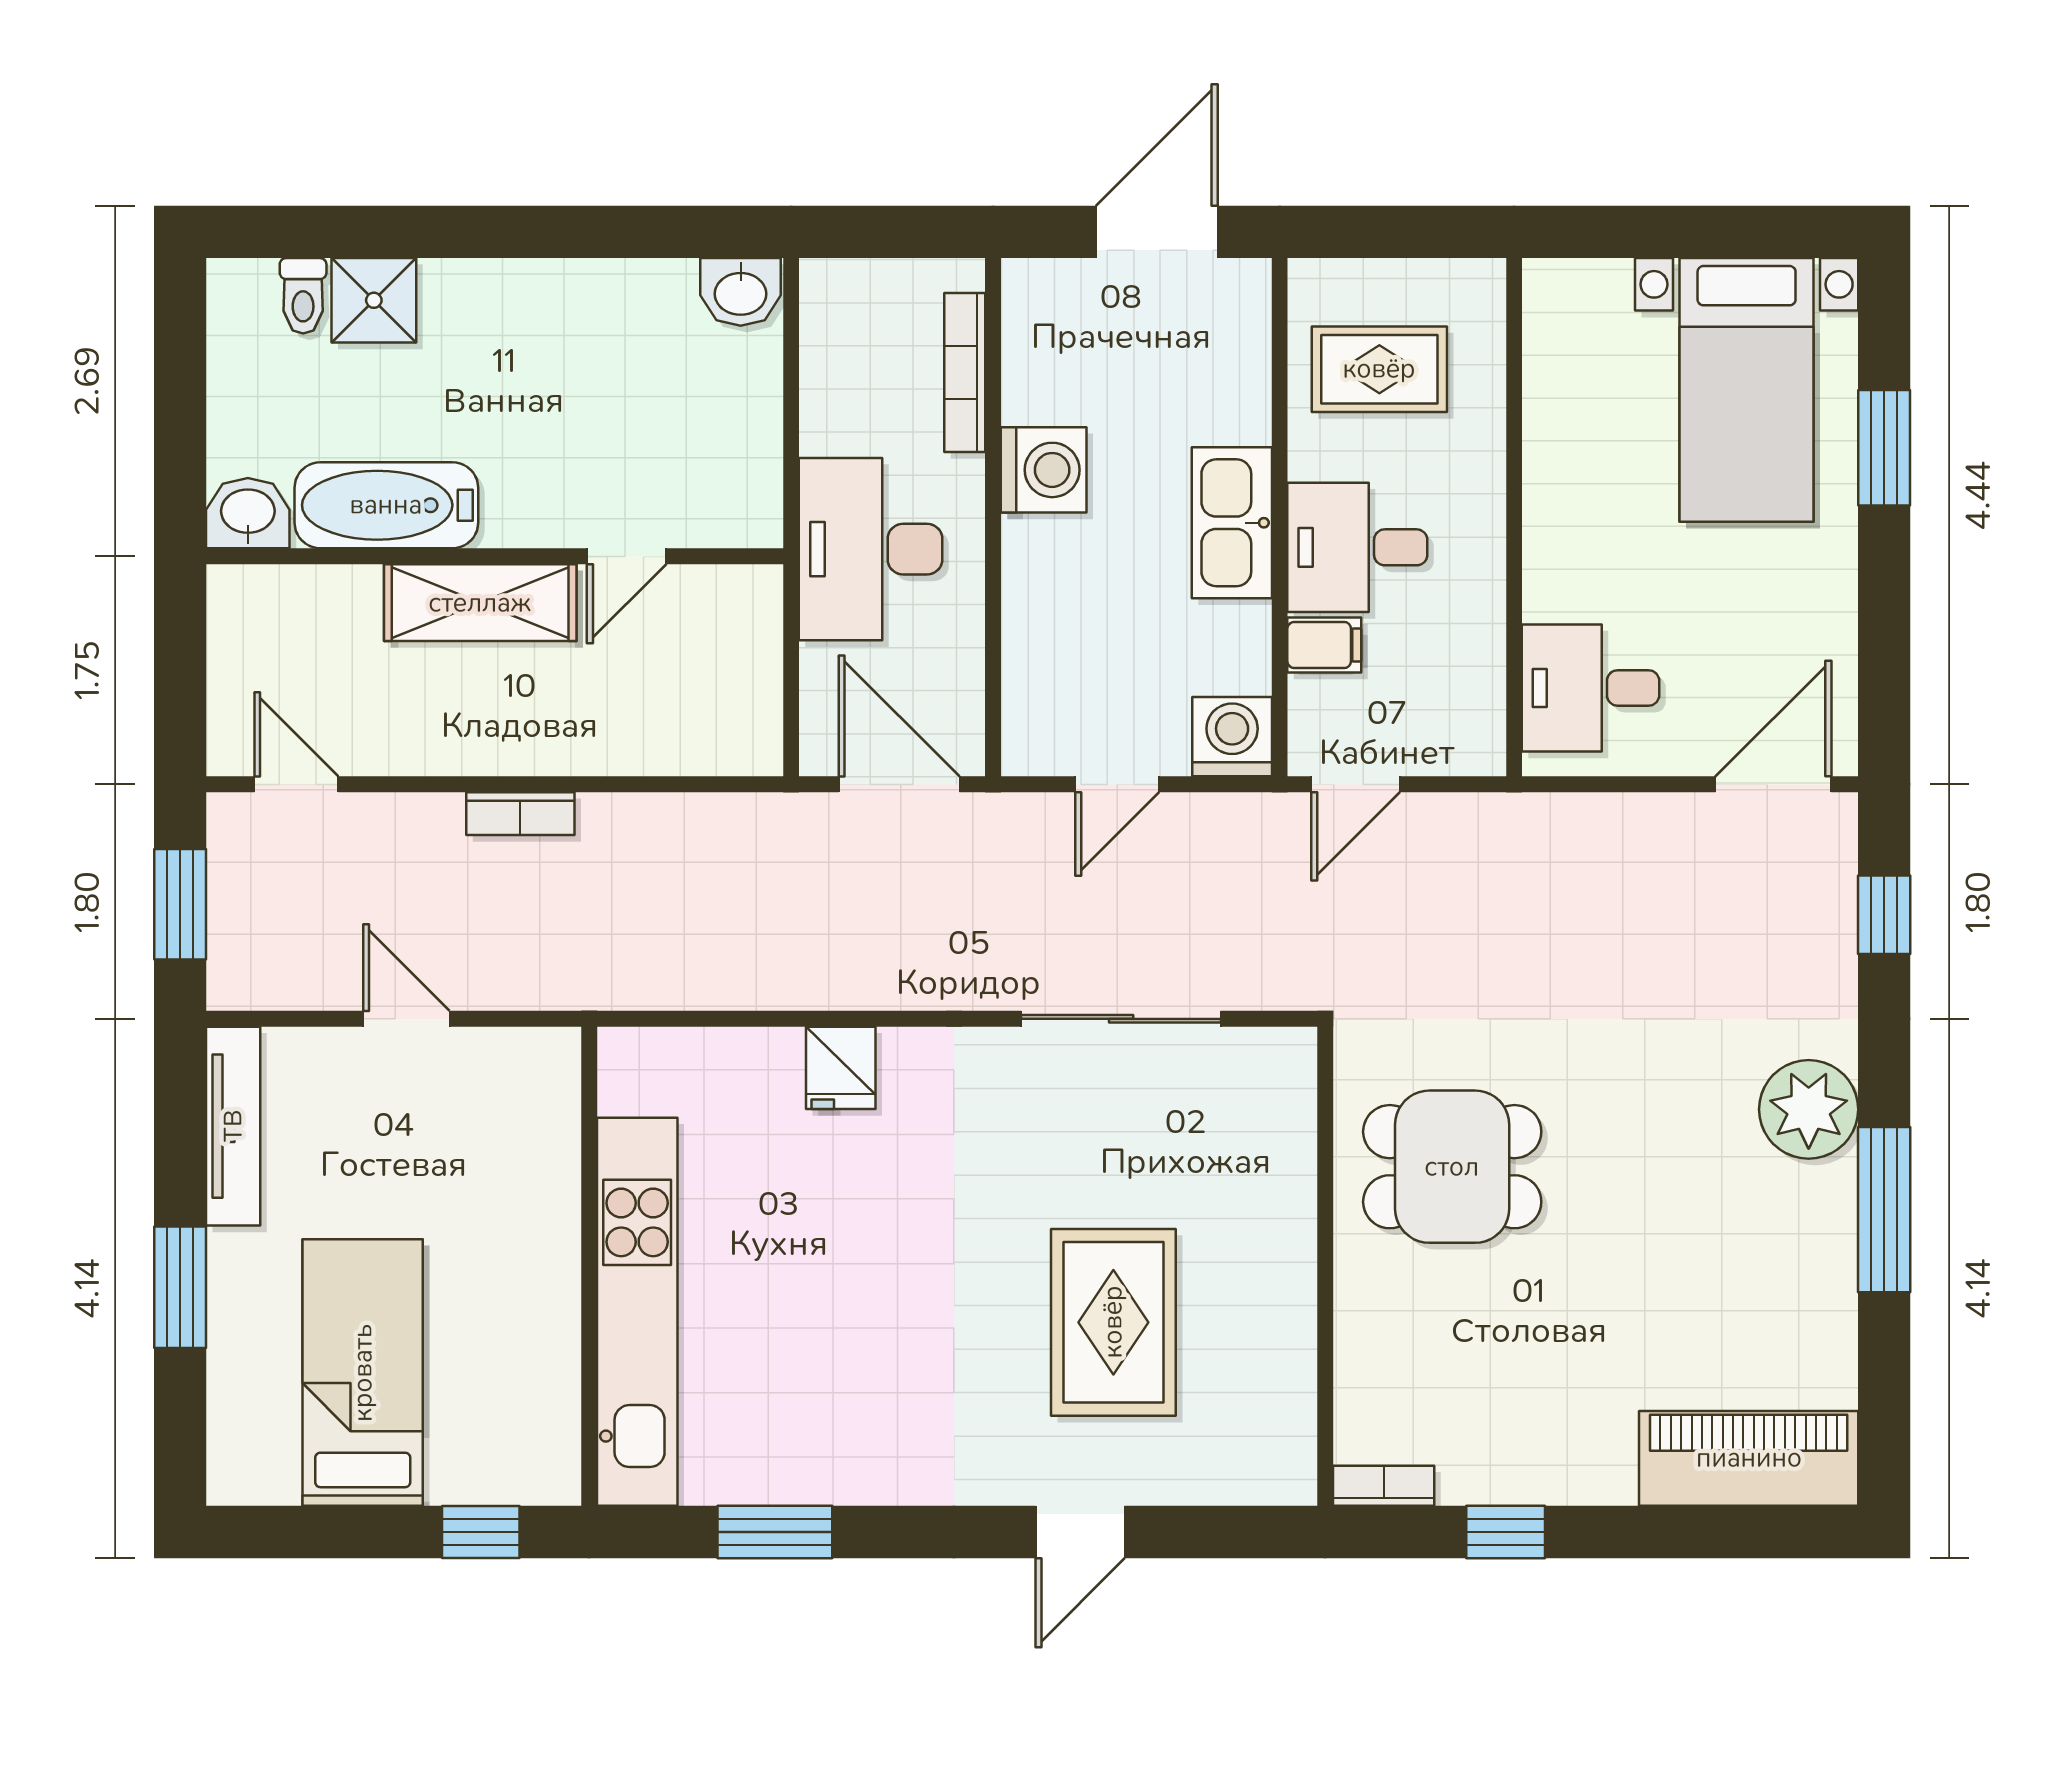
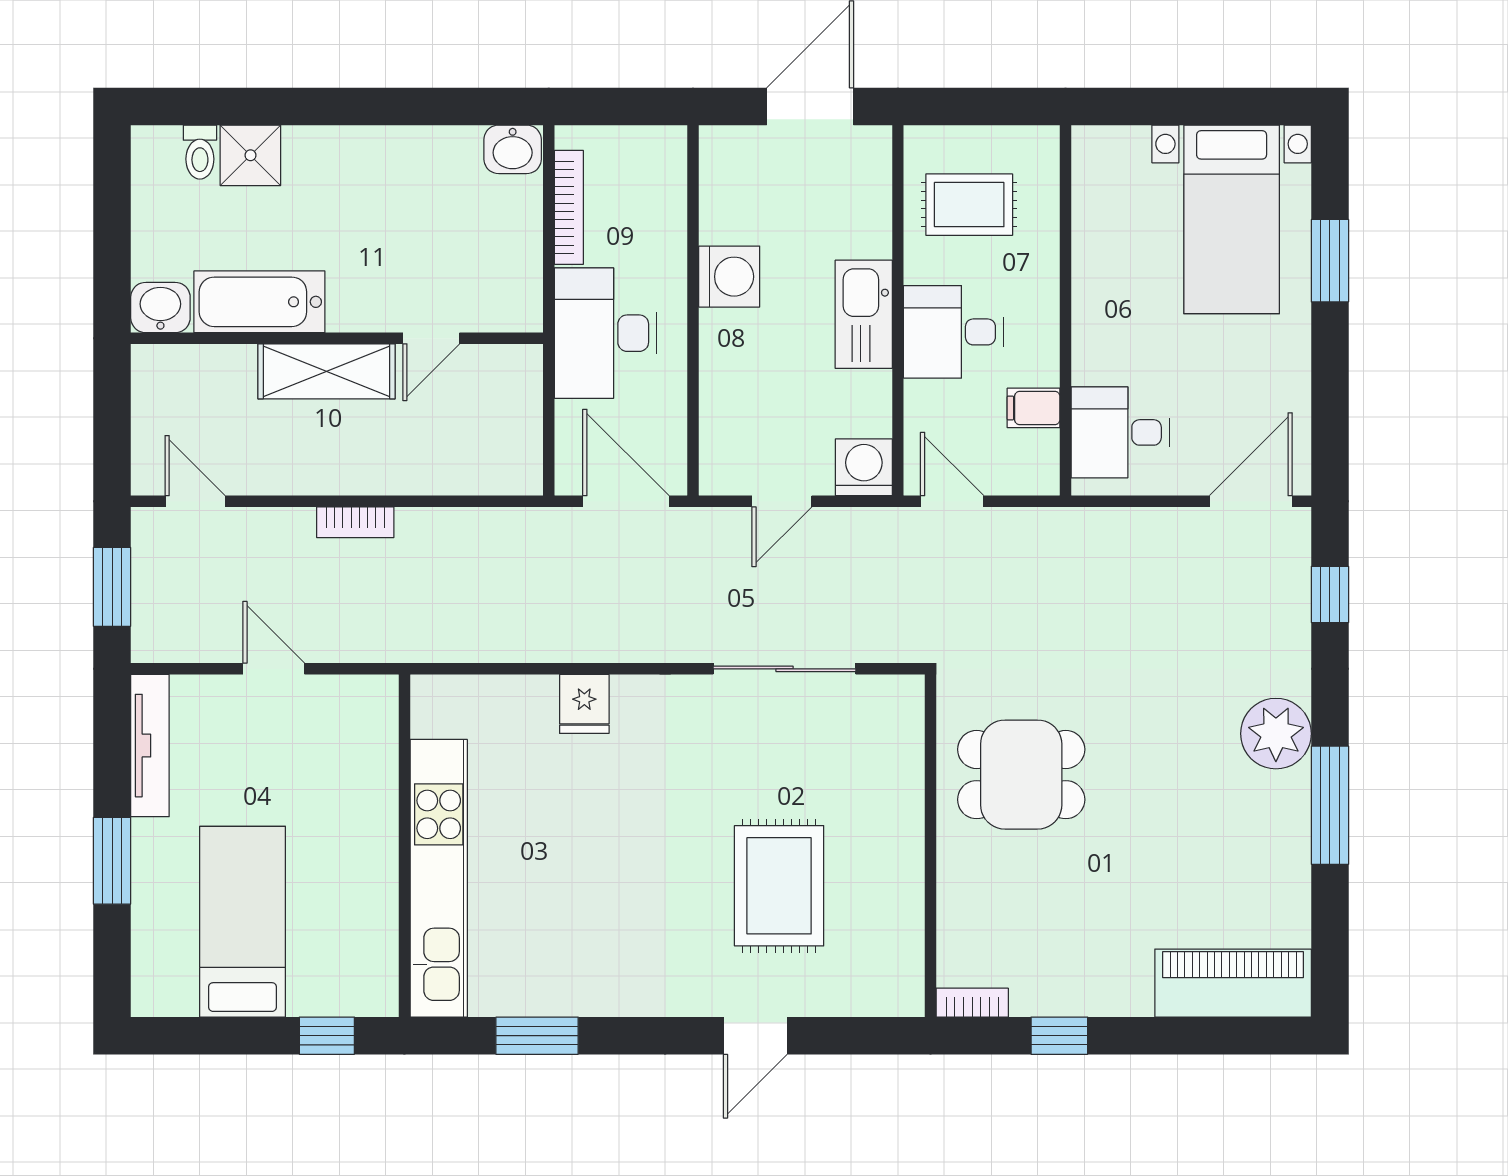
bookcase: (965, 372) -> (569, 207), moved, turned 180
filing cabinet: (1324, 645) -> (1034, 408), moved, turned 180
door: (1356, 784) -> (952, 501), swing flipped

